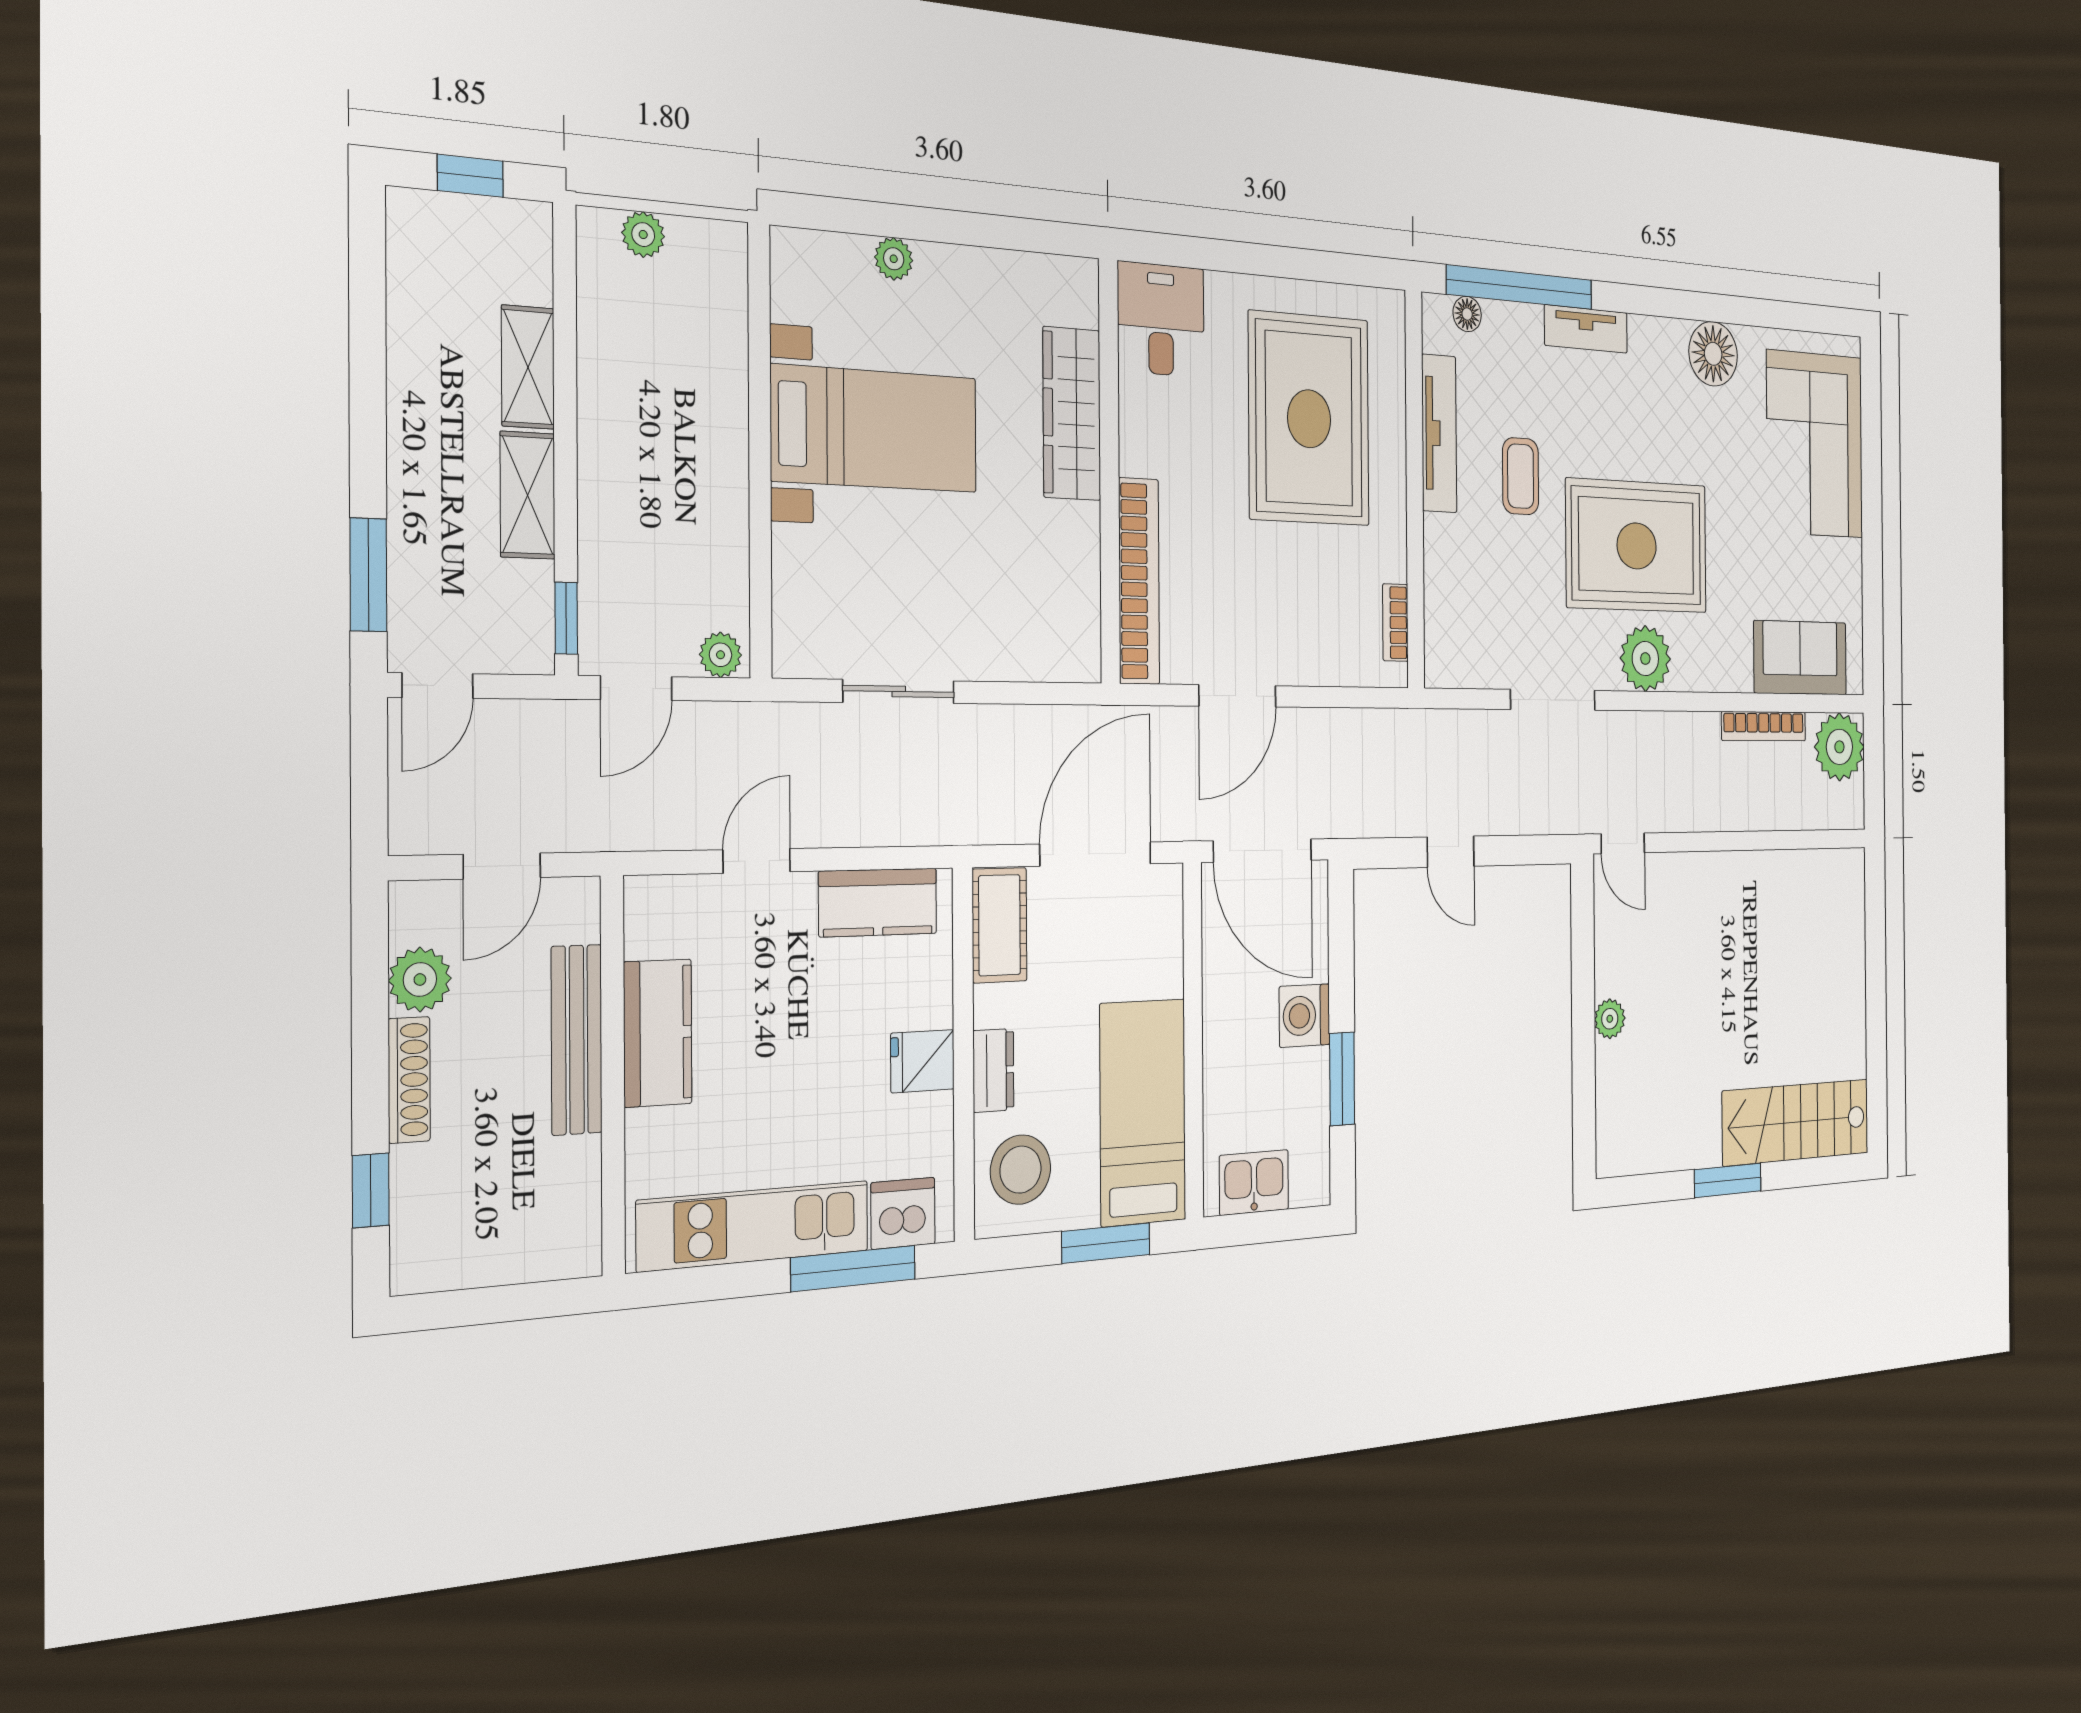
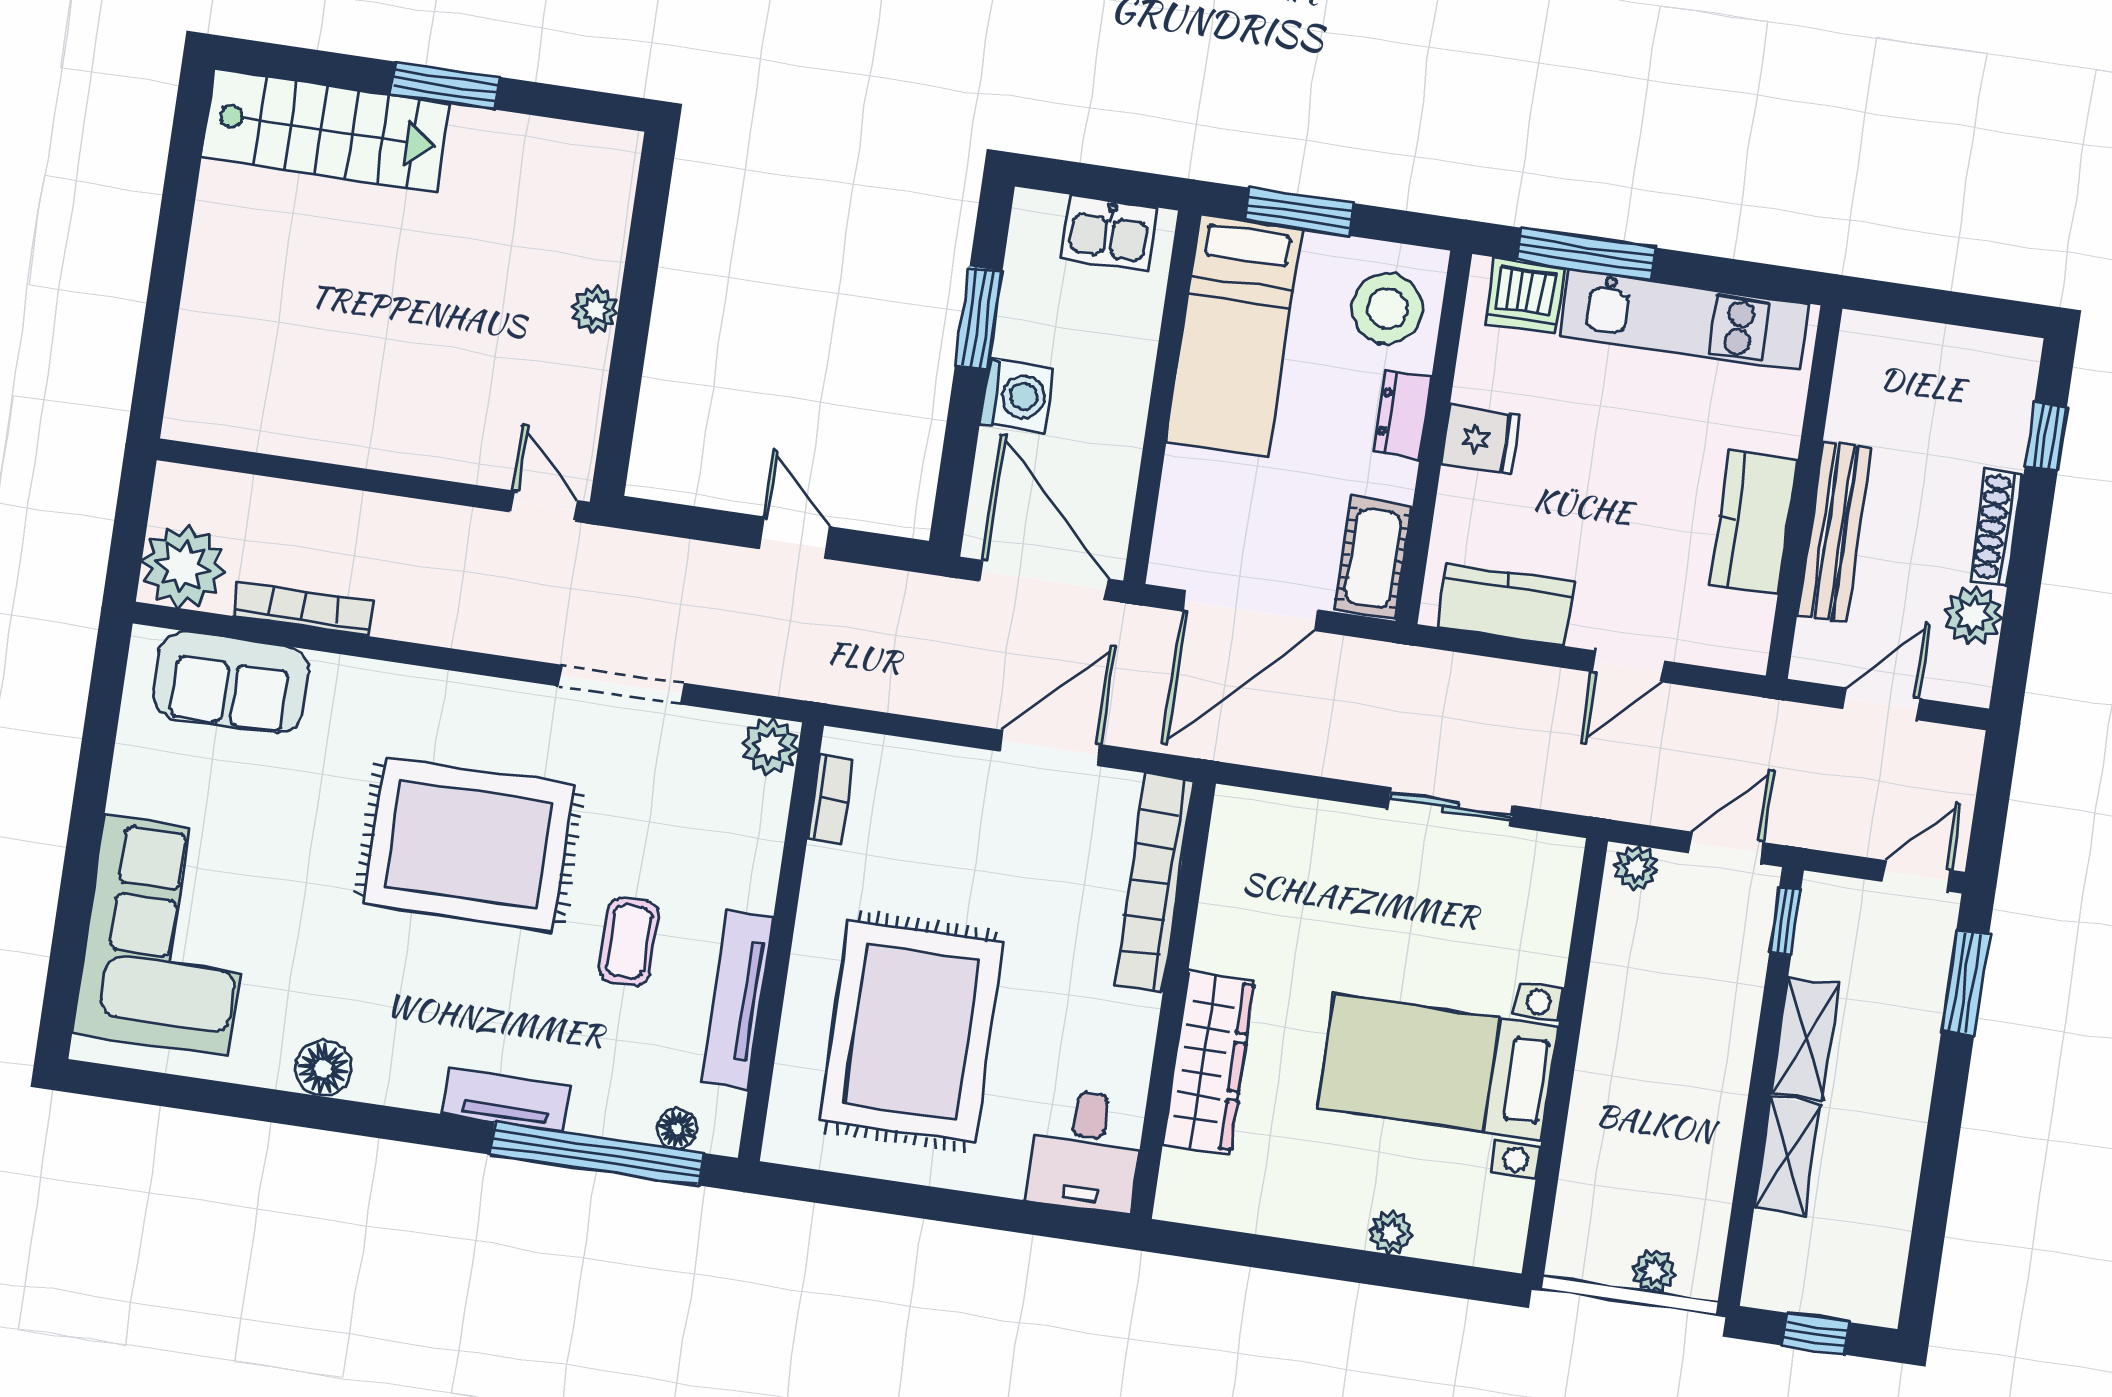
floor lamp: (1713, 354) -> (323, 1069), width x0.73, depth x0.73
plant: (1645, 659) -> (770, 746), moved, width x0.73, depth x0.73

